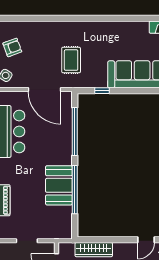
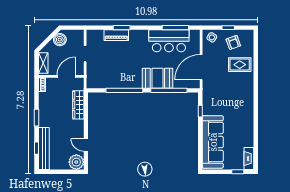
rug: (71, 60) -> (240, 65), moved
booth: (59, 185) -> (157, 78), moved

